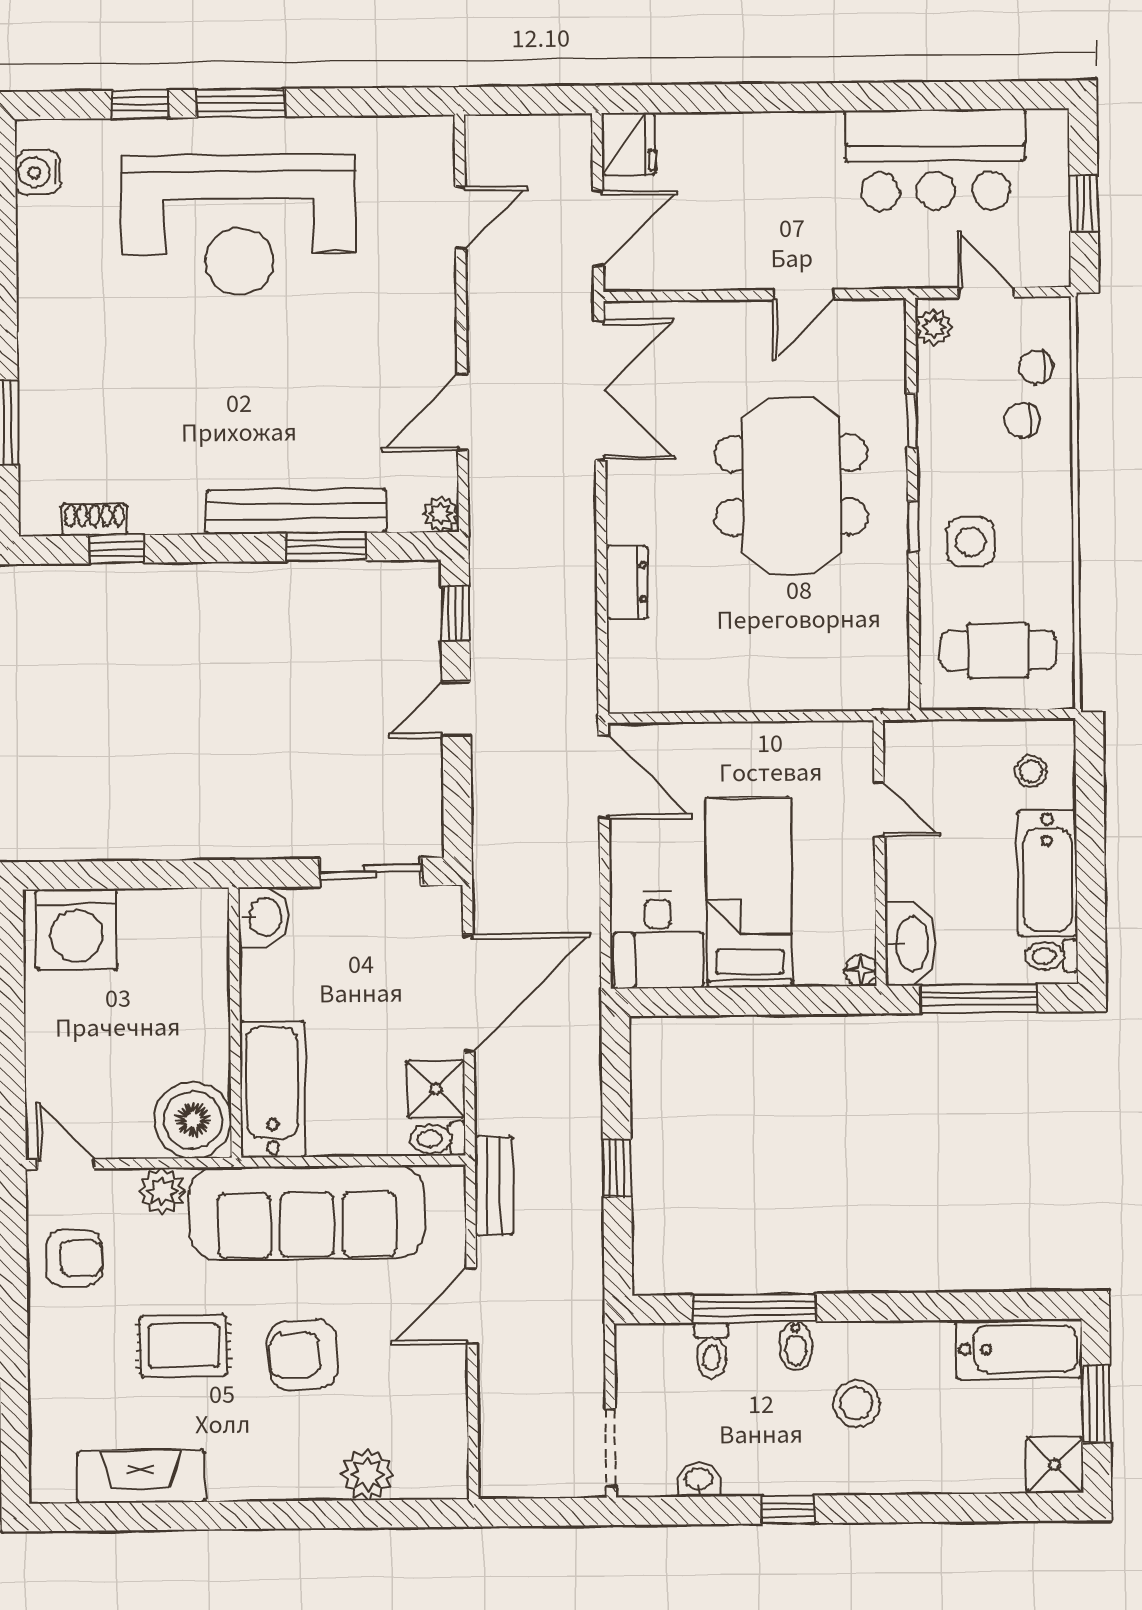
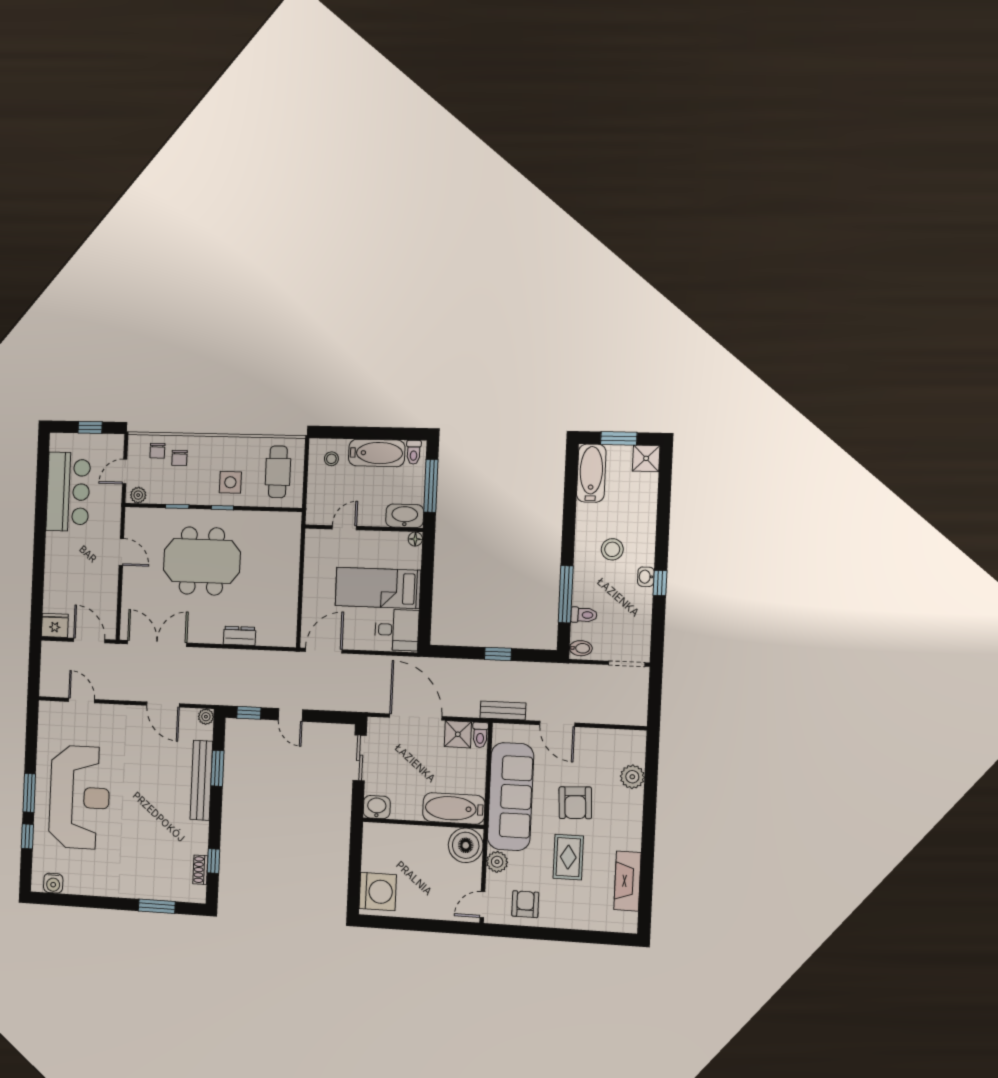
bidet: (796, 1346) -> (581, 648), moved
washbasin: (699, 1480) -> (646, 577), moved

